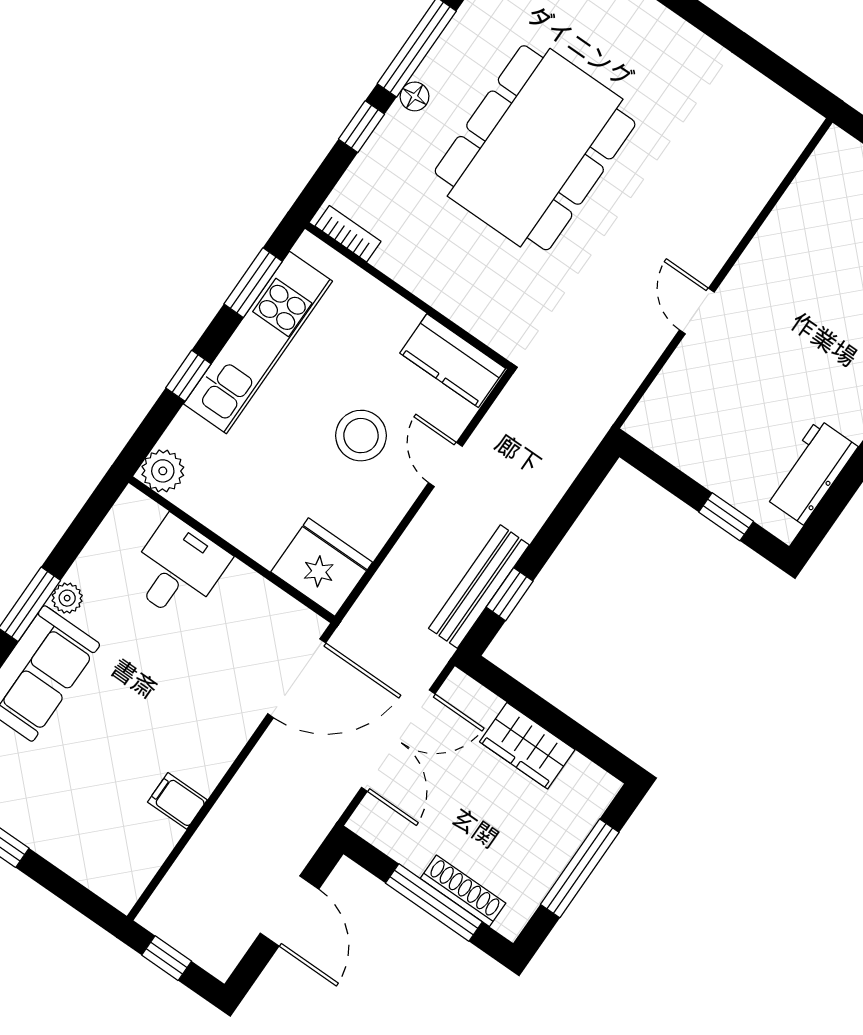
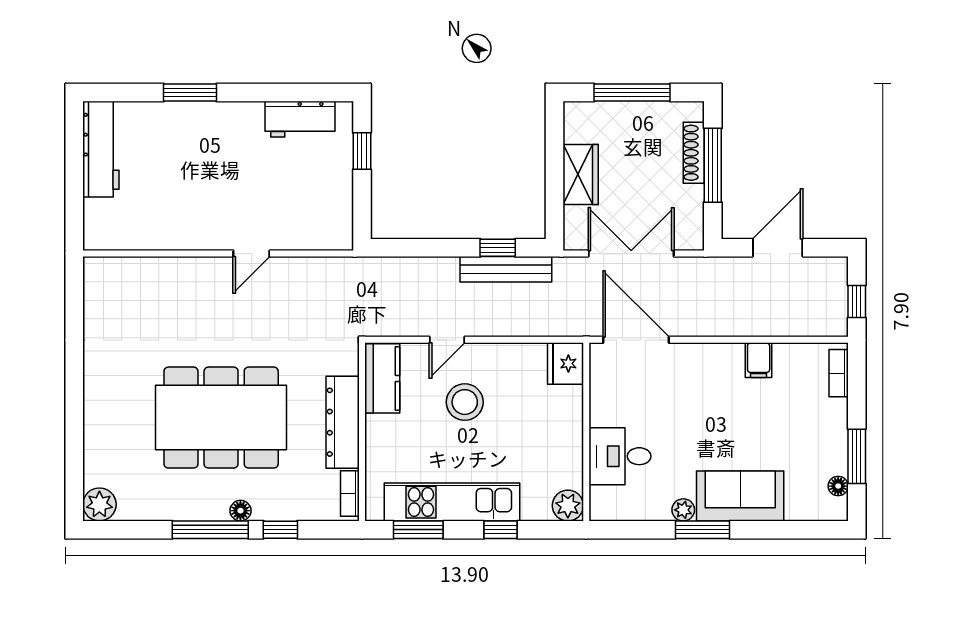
dresser: (434, 282) -> (343, 422), added
fridge: (322, 567) -> (565, 364), width x0.73, depth x0.75
bookcase: (100, 881) -> (839, 373), added

